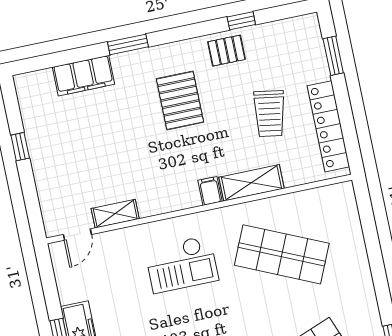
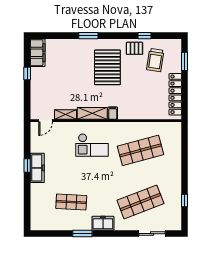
filing cabinet: (83, 76) -> (38, 53), moved, turned -90
pallet: (180, 100) -> (107, 67), width x1.37, depth x1.41
trolley: (270, 114) -> (155, 60), moved
shelving: (251, 183) -> (92, 113), moved
shop shelf: (282, 254) -> (140, 150), turned -39

